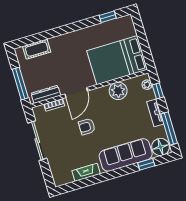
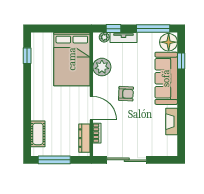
window: (20, 84) -> (54, 160), moved
tv unit: (155, 113) -> (123, 37), moved
armchair: (87, 127) -> (126, 94), moved, turned -87

